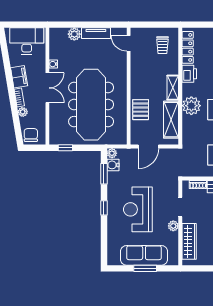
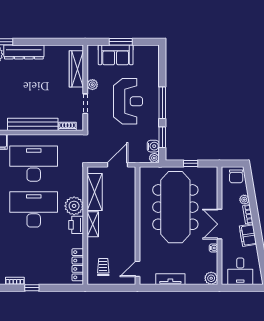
plant: (74, 34) -> (211, 278), moved
desk: (27, 41) -> (240, 271), width x0.73
door: (129, 43) -> (137, 269), swing flipped
printer: (189, 74) -> (76, 225), moved
pallet: (141, 110) -> (125, 202), removed
window: (65, 148) -> (191, 163), moved
window: (104, 208) -> (162, 103), width x2.17
sofa: (144, 255) -> (116, 55), width x0.73

